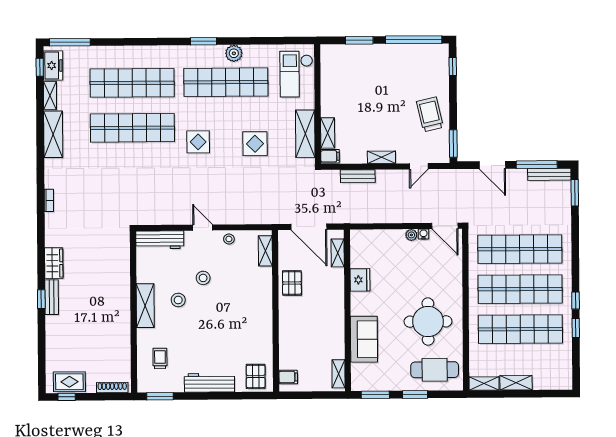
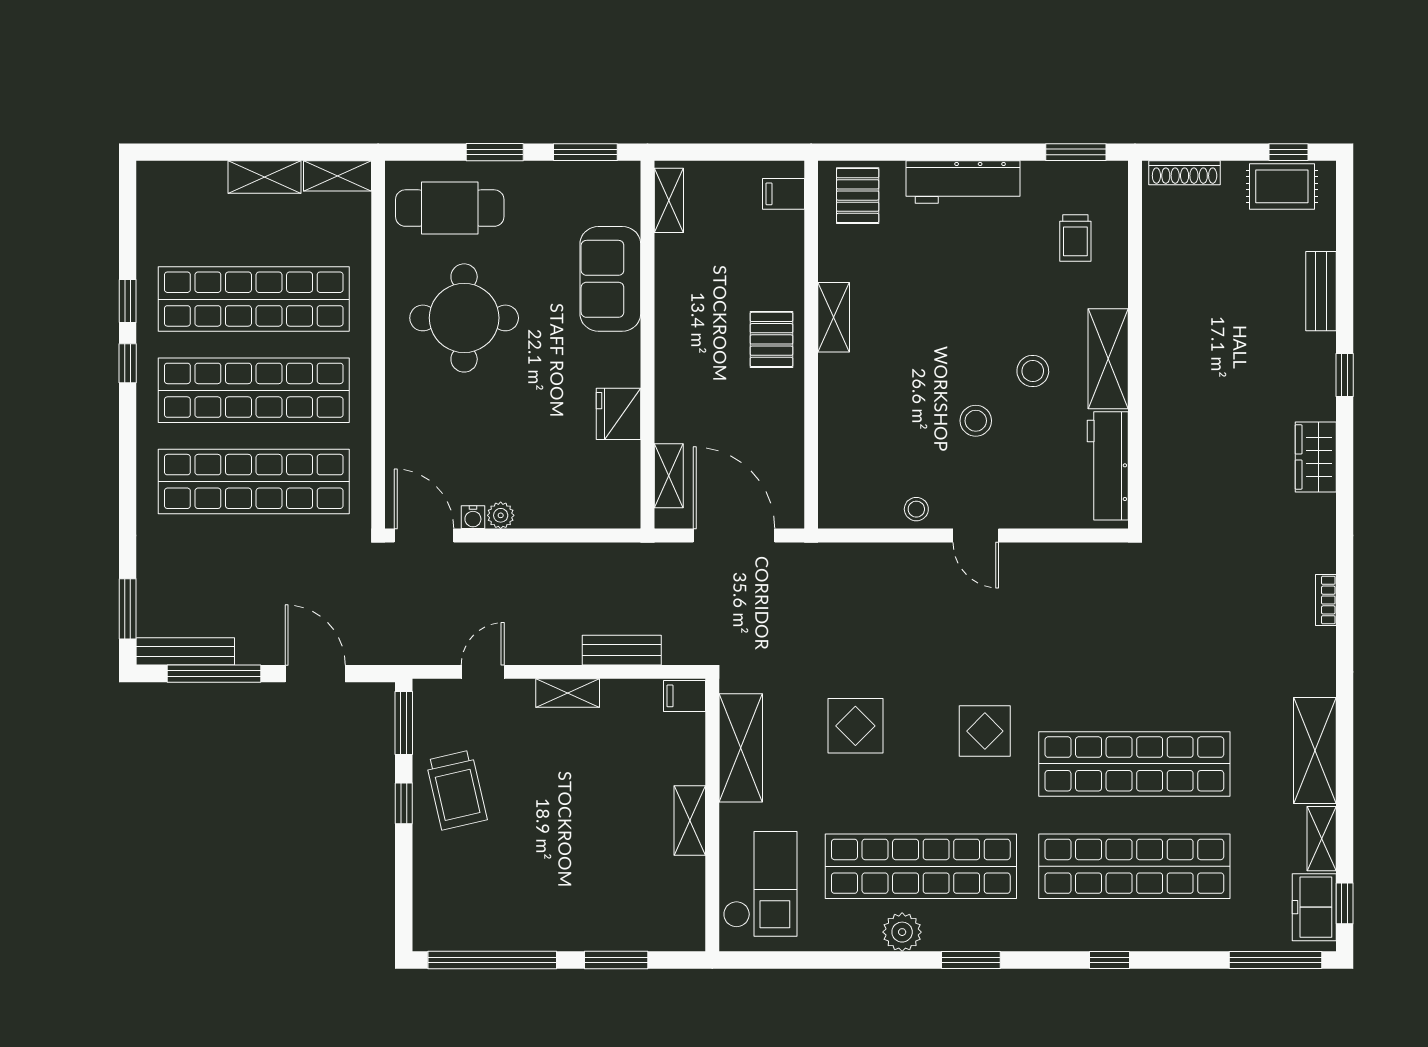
window: (143, 42) -> (1109, 960), added
window: (453, 66) -> (404, 803), moved
shelving: (328, 133) -> (690, 821), moved
workbench: (160, 240) -> (1108, 466), moved, turned -90
shelving: (265, 251) -> (834, 317), moved
pallet: (292, 283) -> (771, 339), moved
bench: (52, 297) -> (1321, 291), moved

